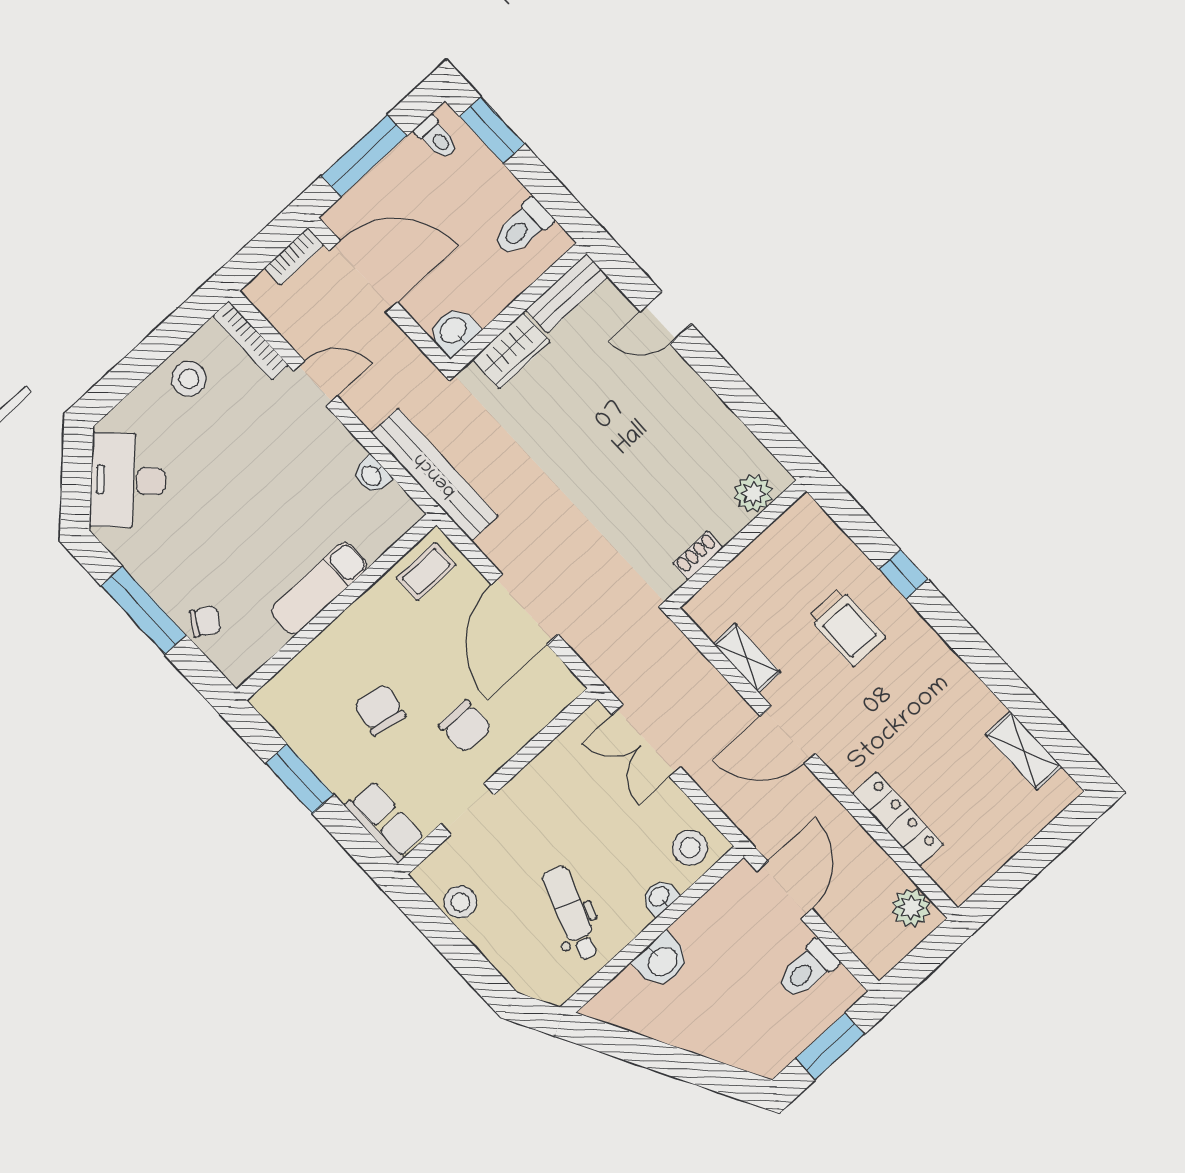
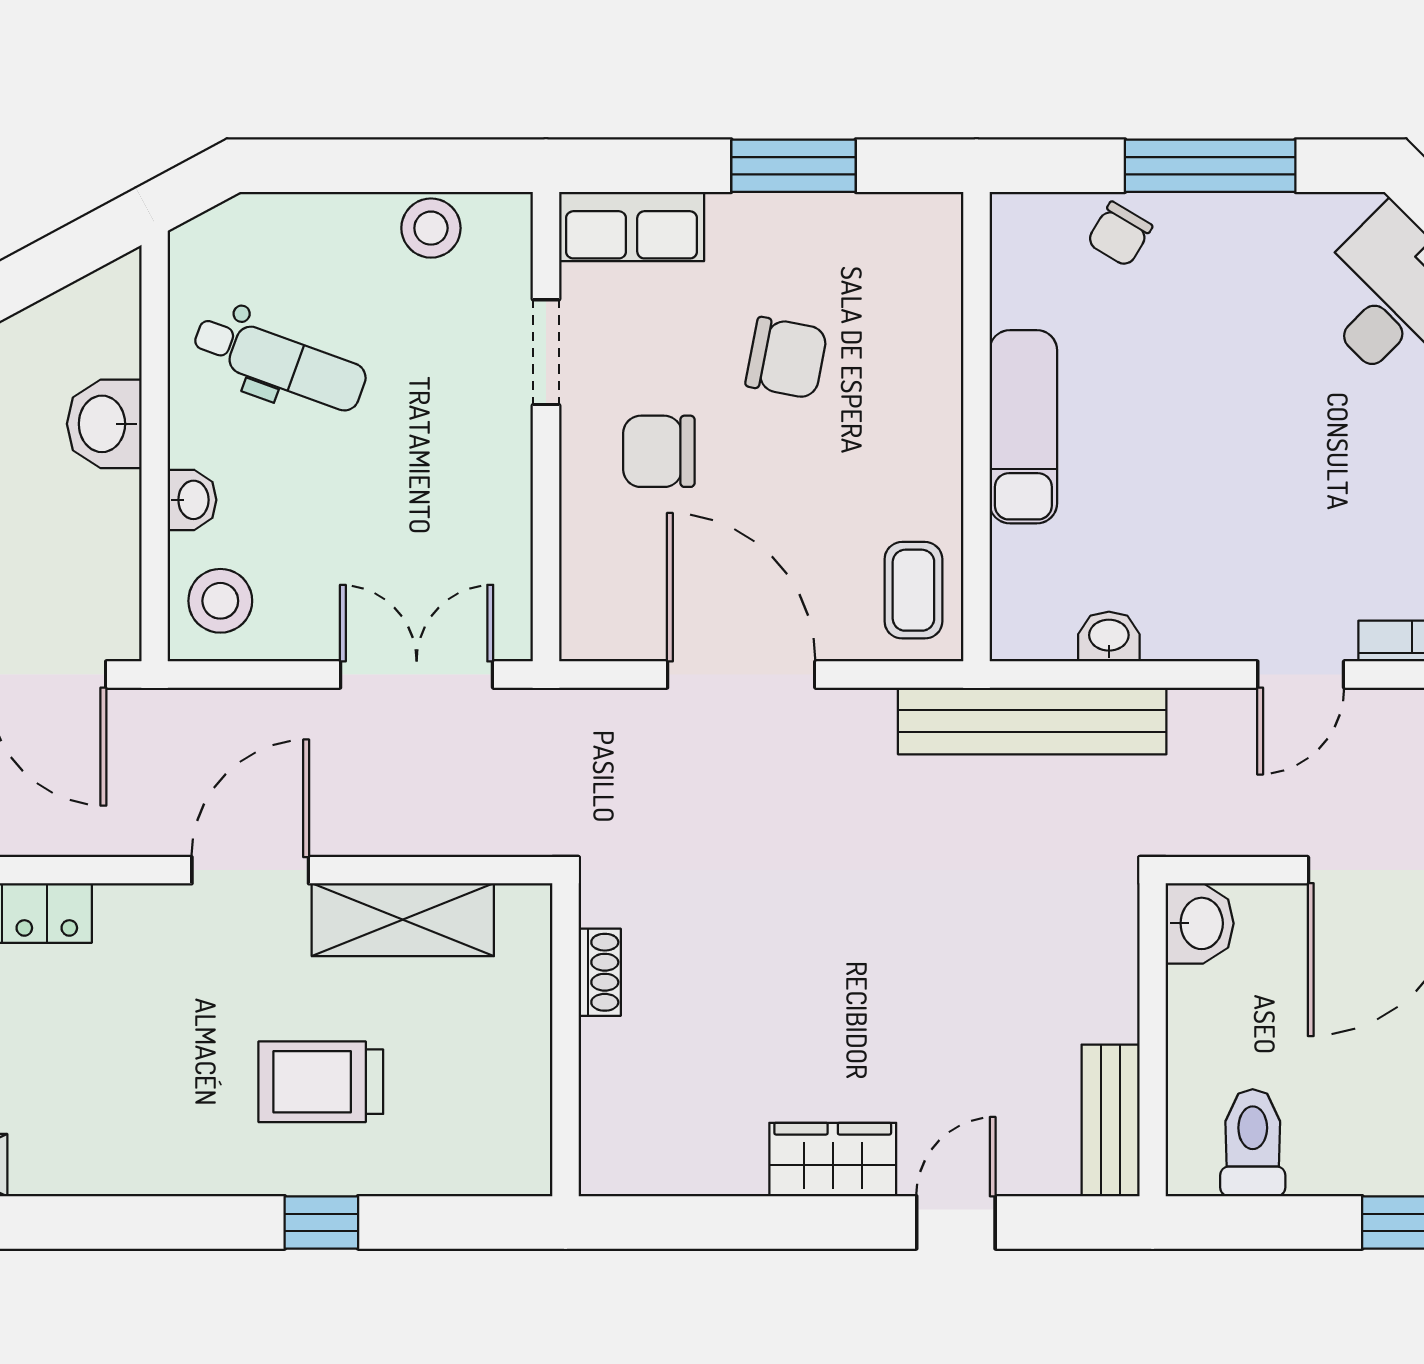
wardrobe: (511, 351) -> (833, 1160), moved, turned 90
plant: (753, 493) -> (614, 1123), removed
shelving: (747, 658) -> (403, 920), width x1.50, depth x1.33

